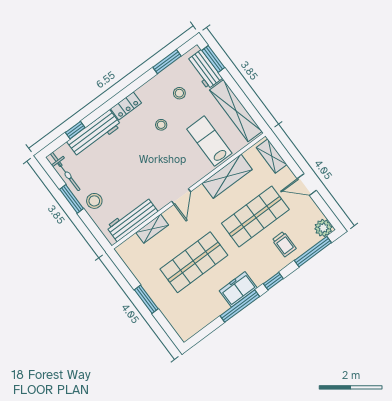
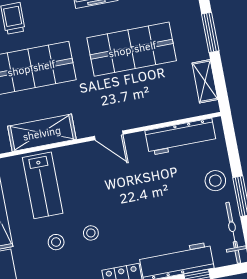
stool: (179, 93) -> (56, 242), moved
door: (181, 197) -> (109, 135), swing flipped
shelving: (152, 229) -> (205, 81), moved, turned 90

